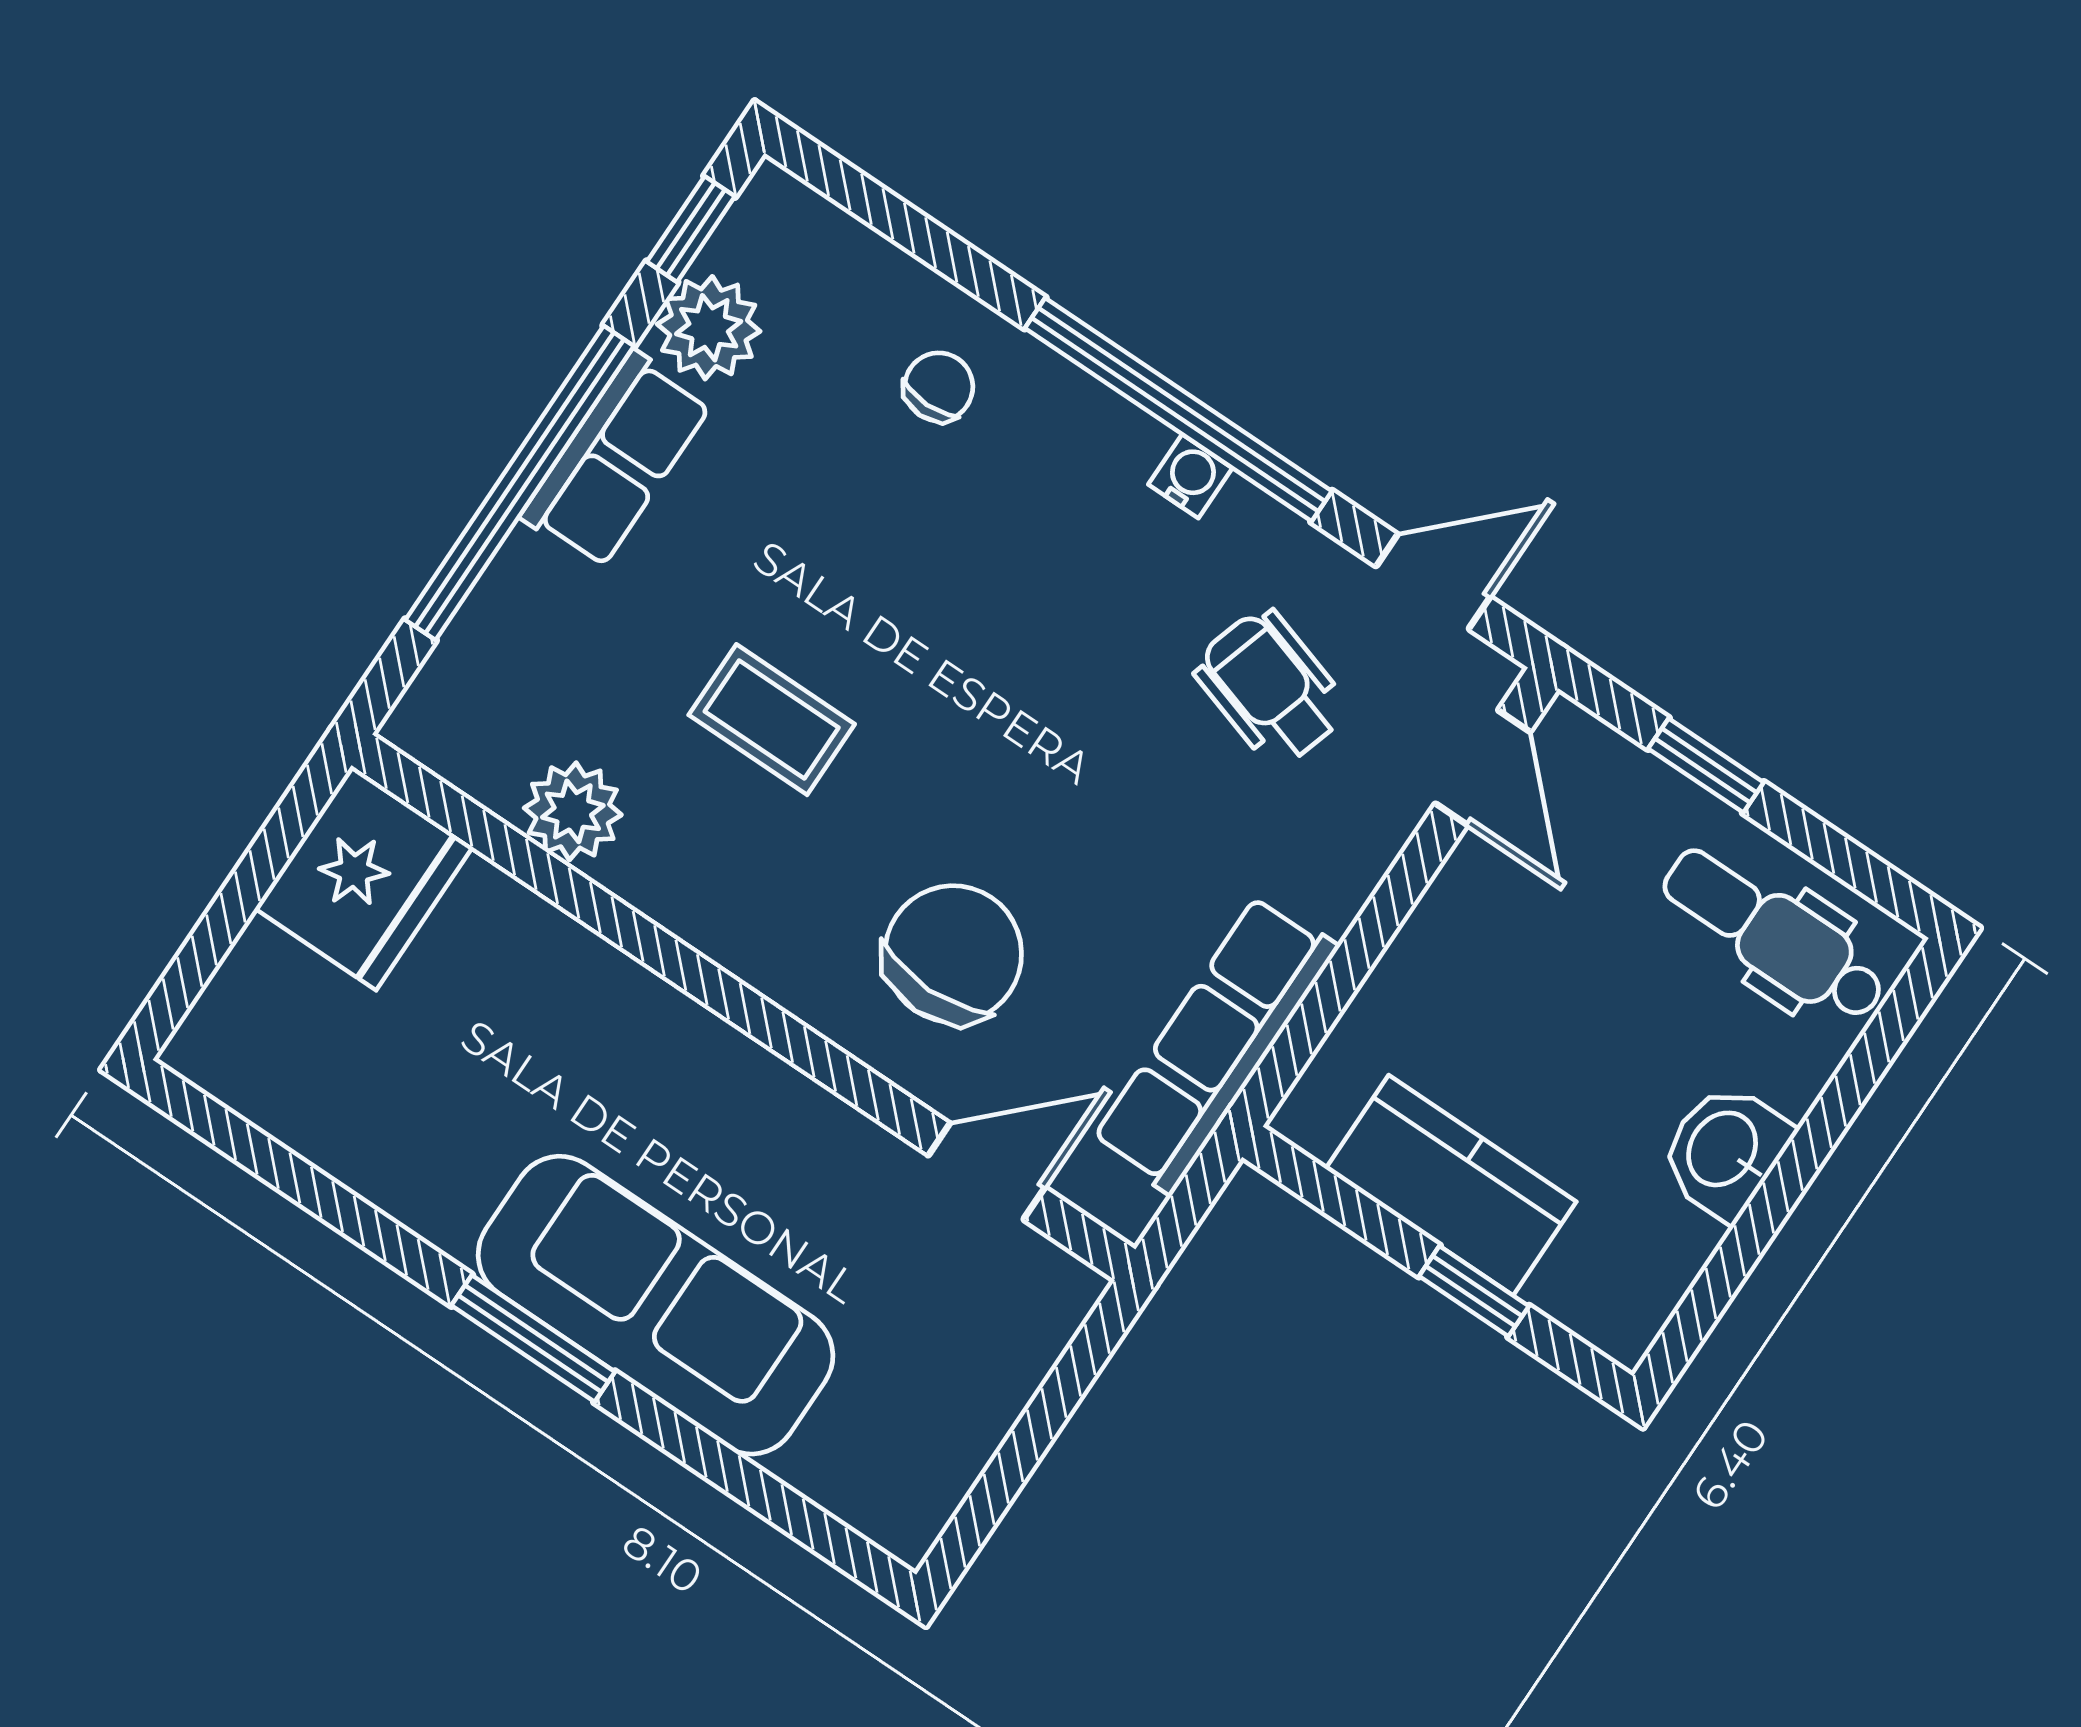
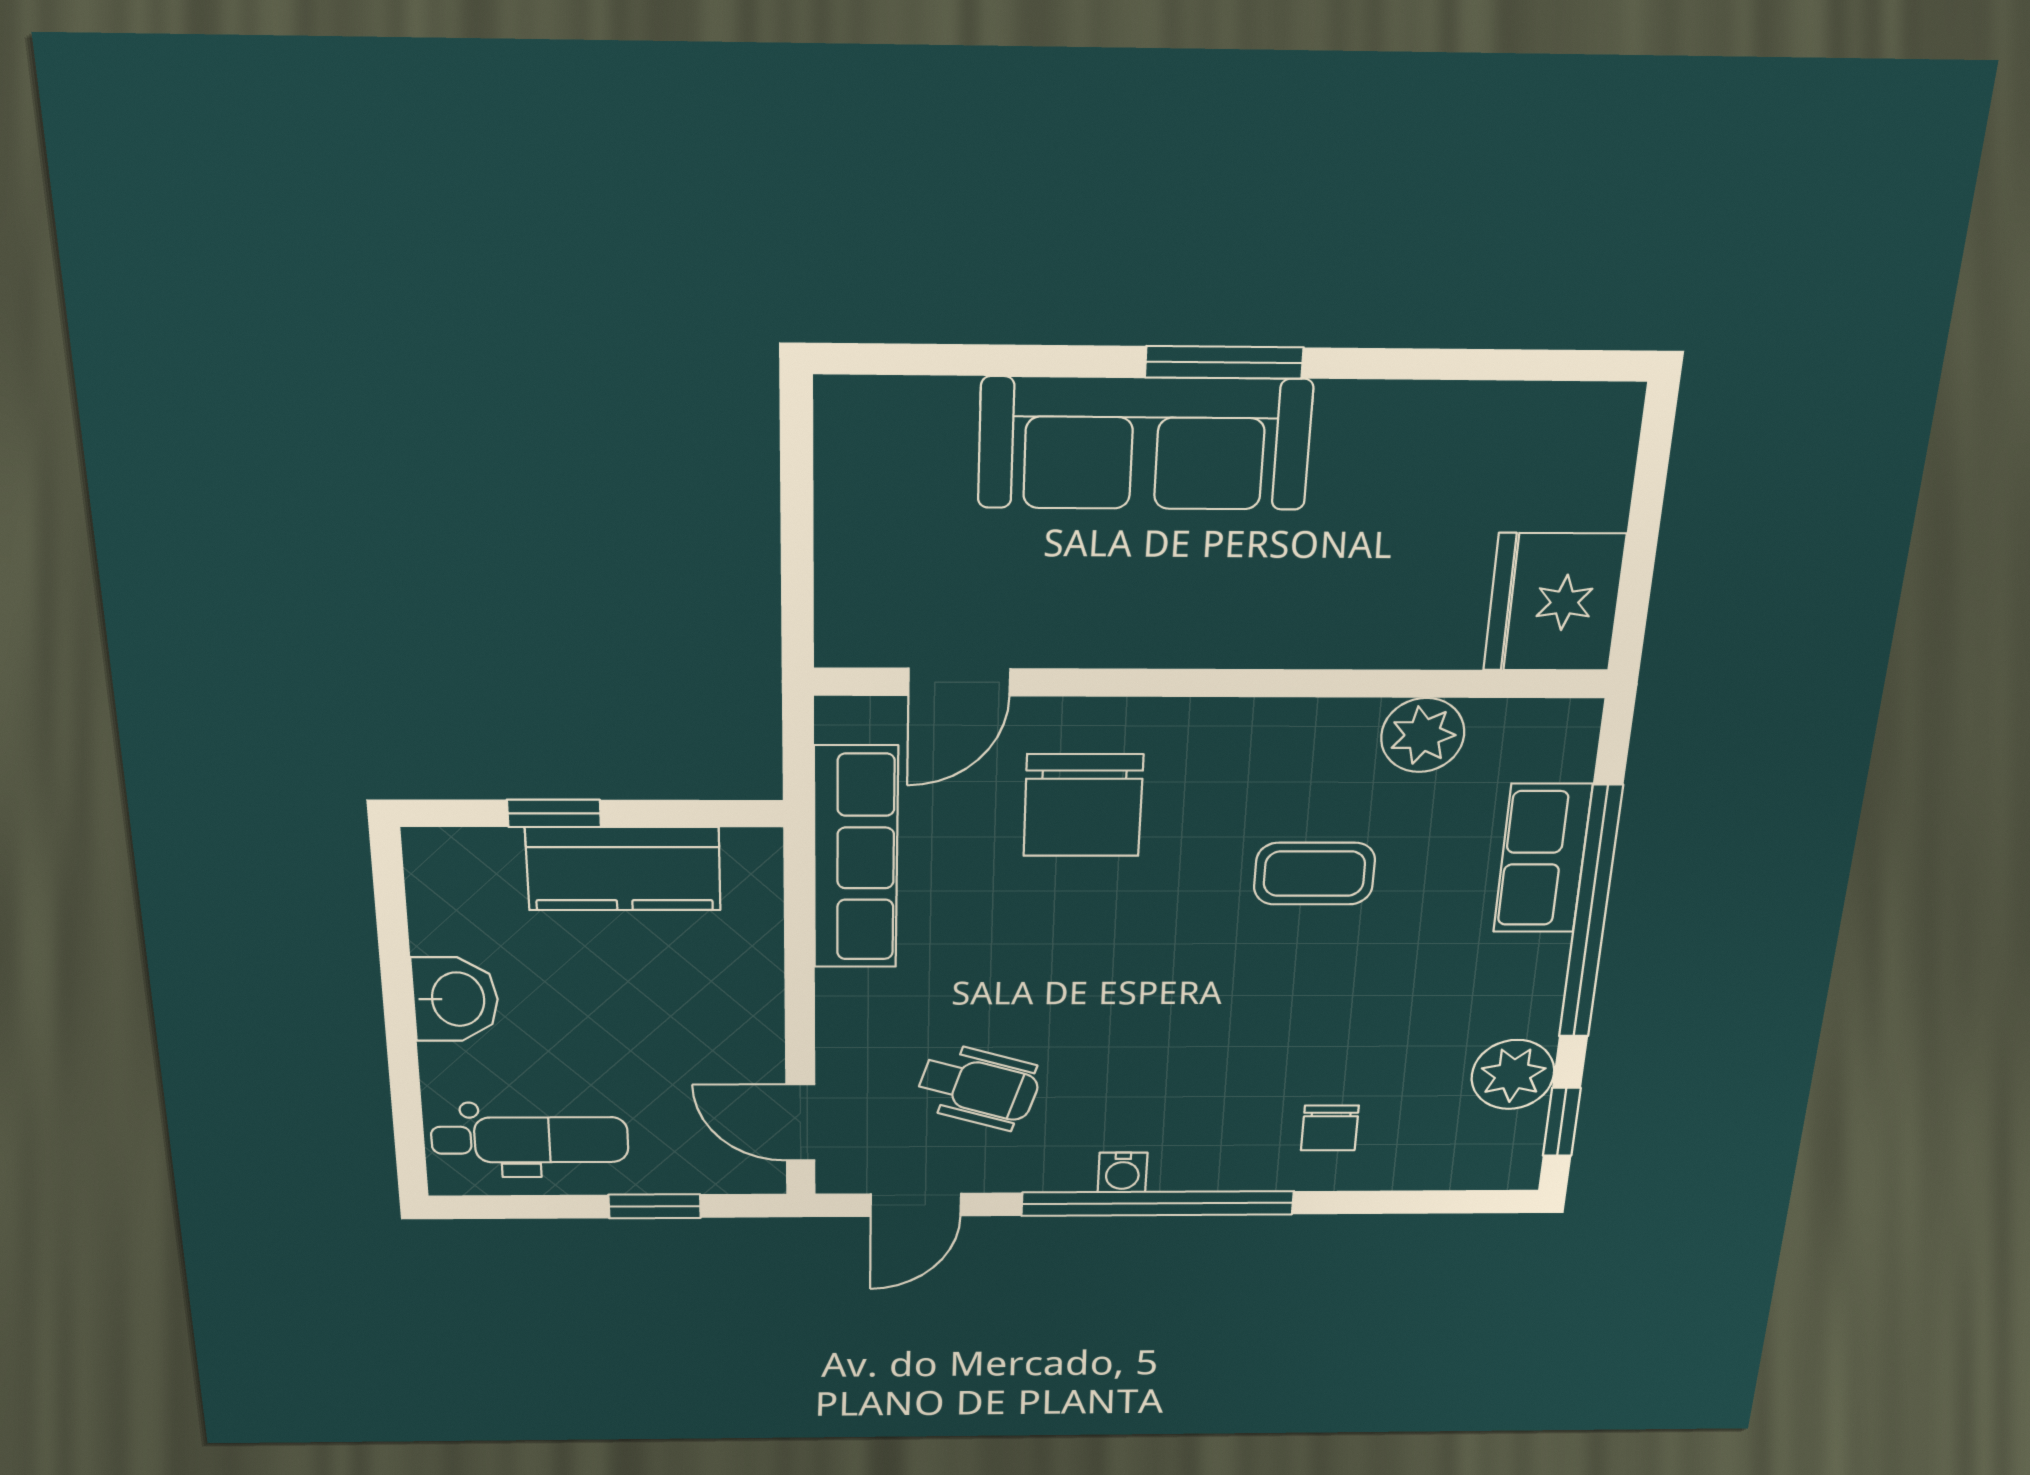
row of seats: (616, 460) -> (1543, 858), moved

